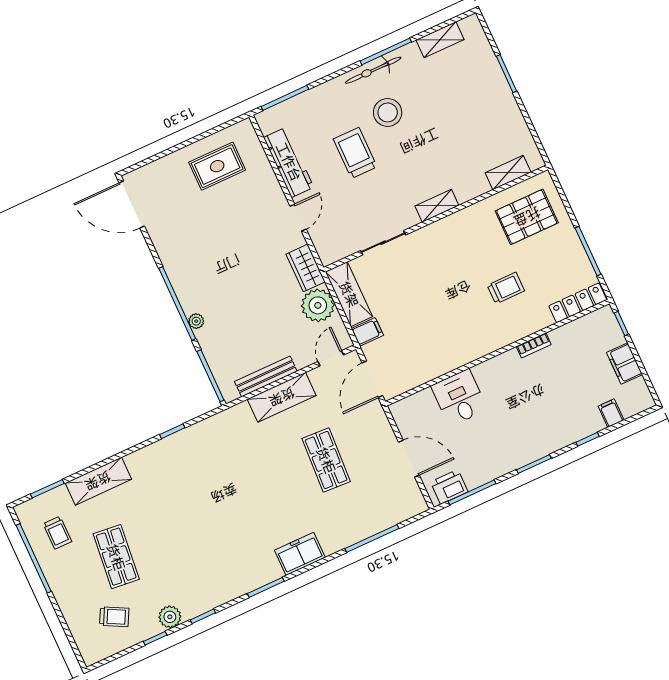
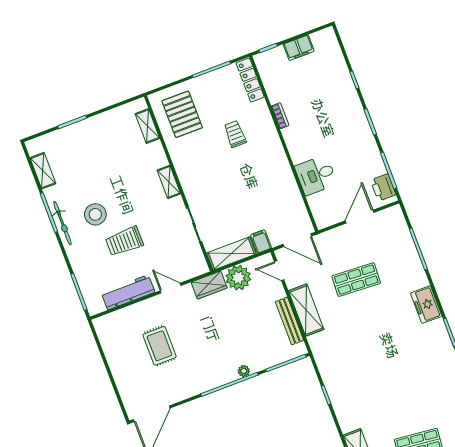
rug: (217, 166) -> (160, 346), moved
filing cabinet: (611, 413) -> (336, 61), removed

